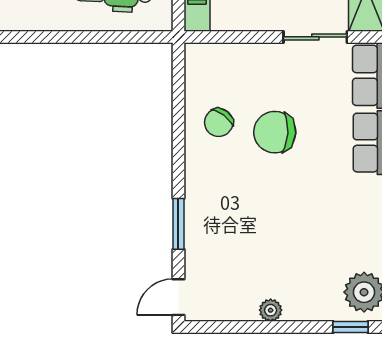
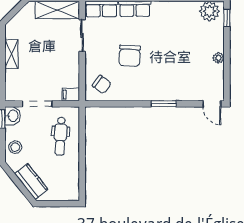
chair: (219, 123) -> (102, 84), moved
window: (178, 224) -> (164, 104), moved

